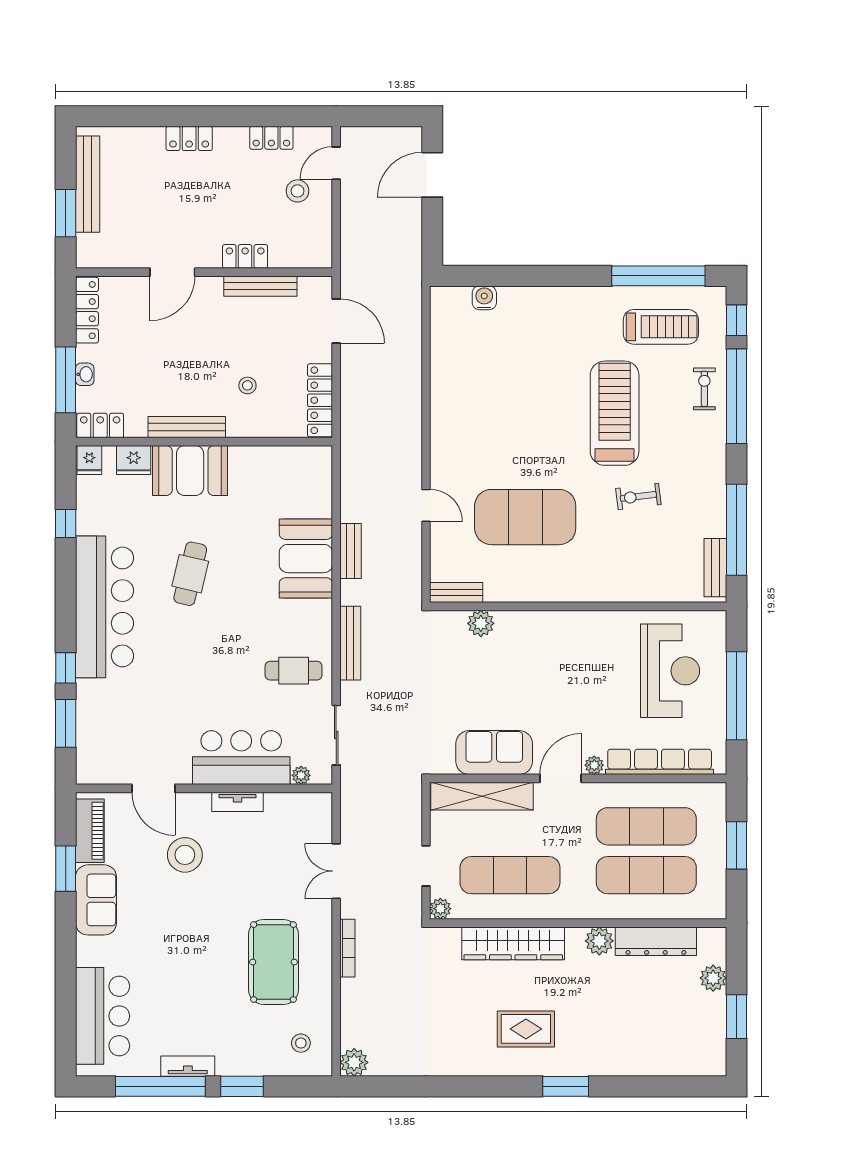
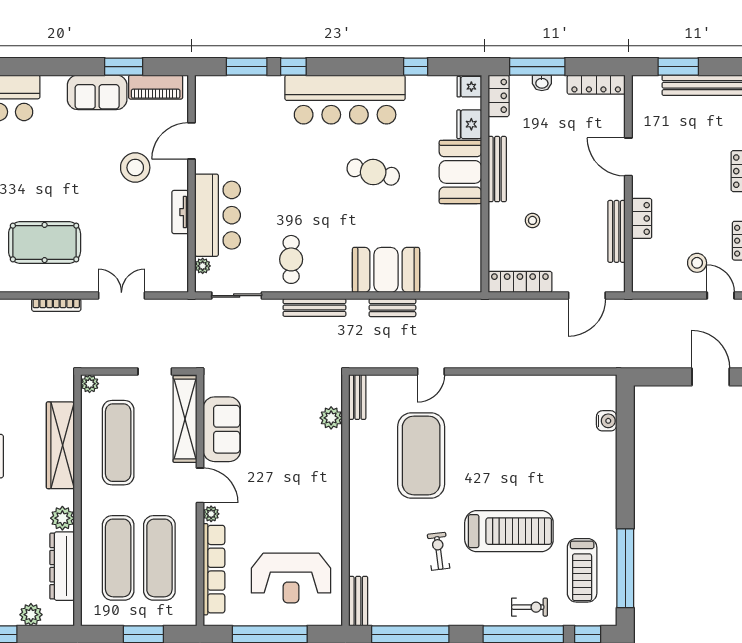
bench: (715, 568) -> (358, 601), moved, turned 90
doorway: (426, 866) -> (155, 372), moved

